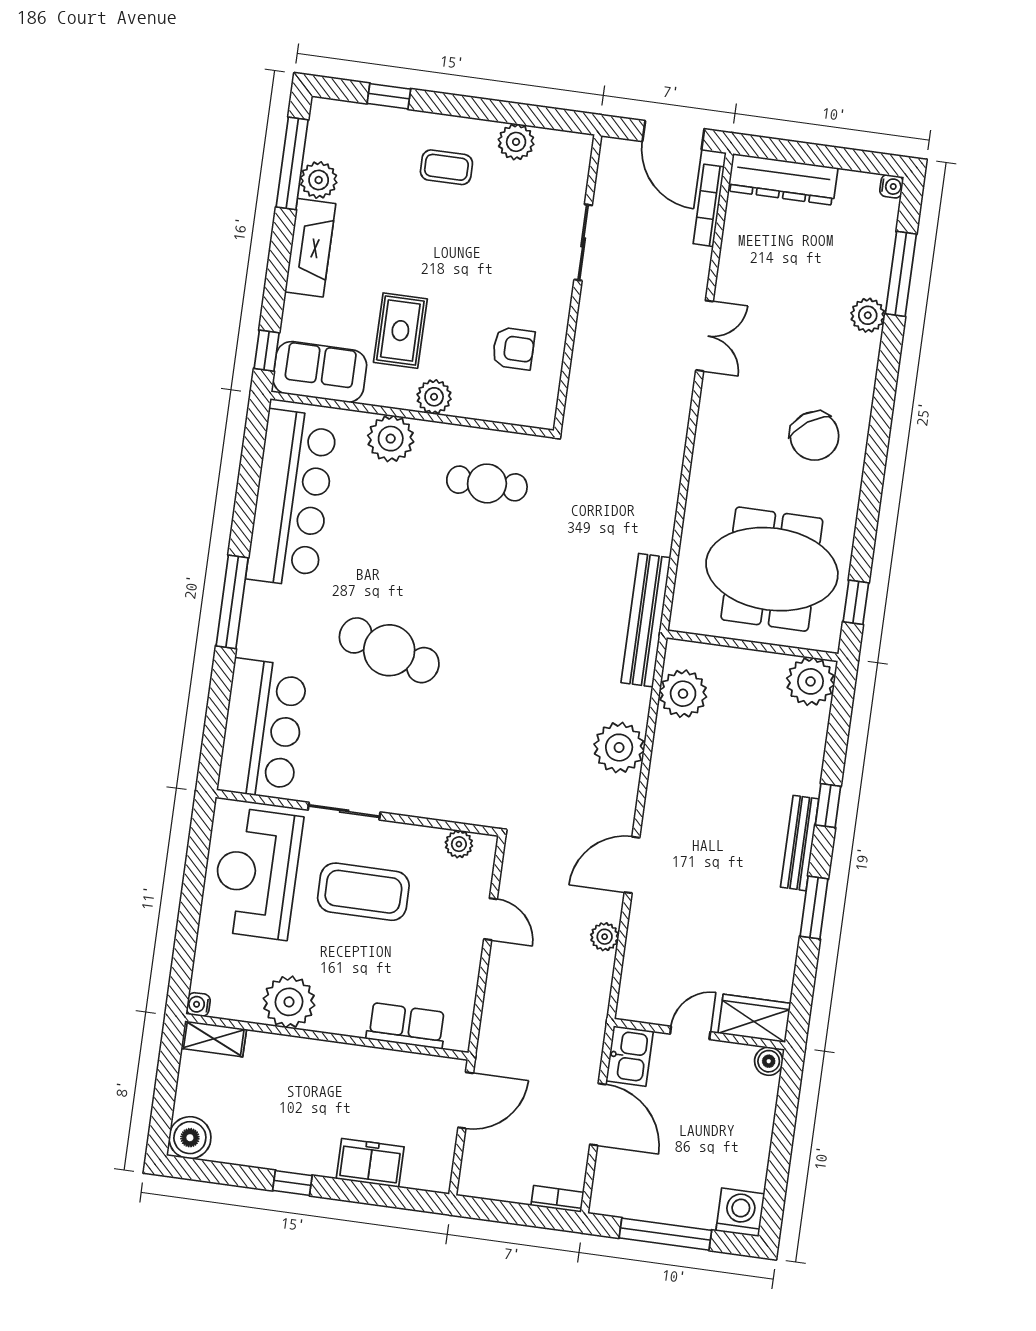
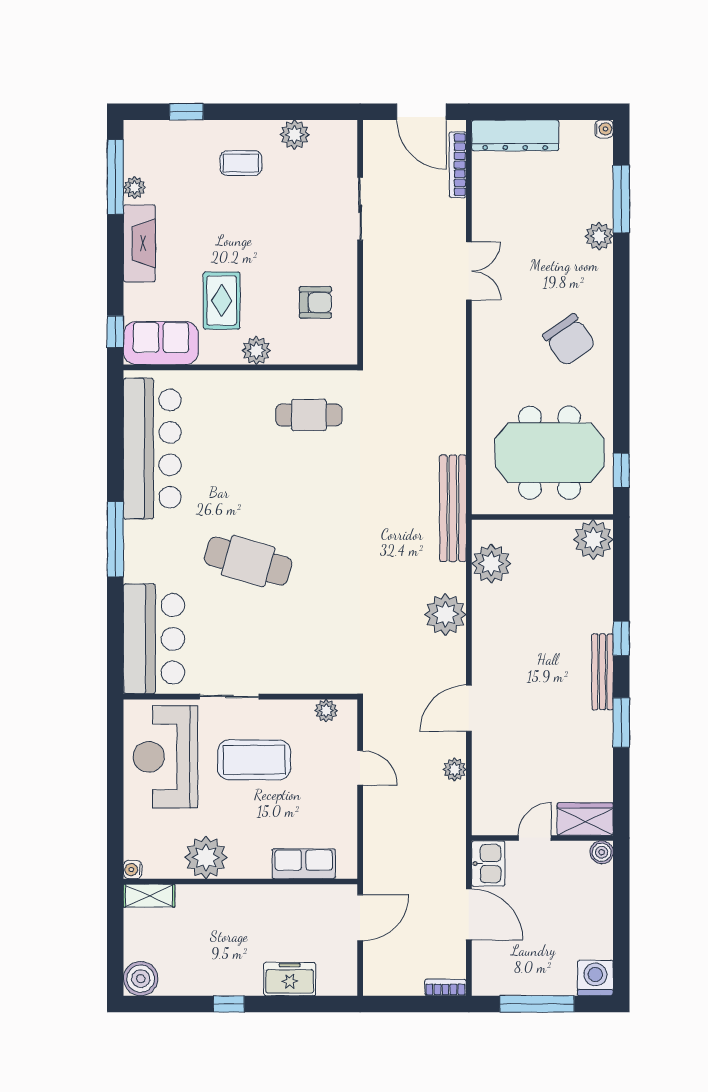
plant: (319, 180) -> (135, 188), width x0.73, depth x0.73
plant: (391, 439) -> (226, 389), removed

